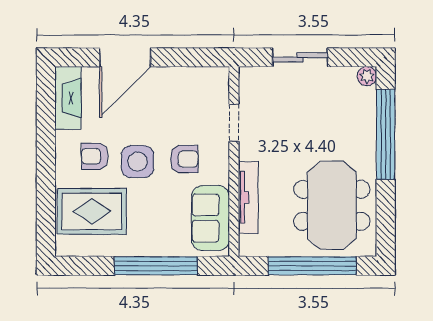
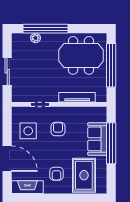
plant: (367, 76) -> (36, 38), moved
side table: (138, 162) -> (28, 131), moved
sofa: (210, 218) -> (97, 139), moved, turned 90

